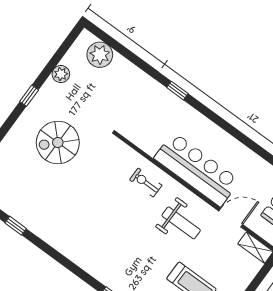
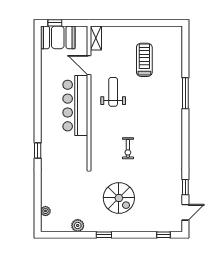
plant: (100, 55) -> (45, 211), width x0.53, depth x0.53
exercise bike: (146, 183) -> (128, 148), moved

